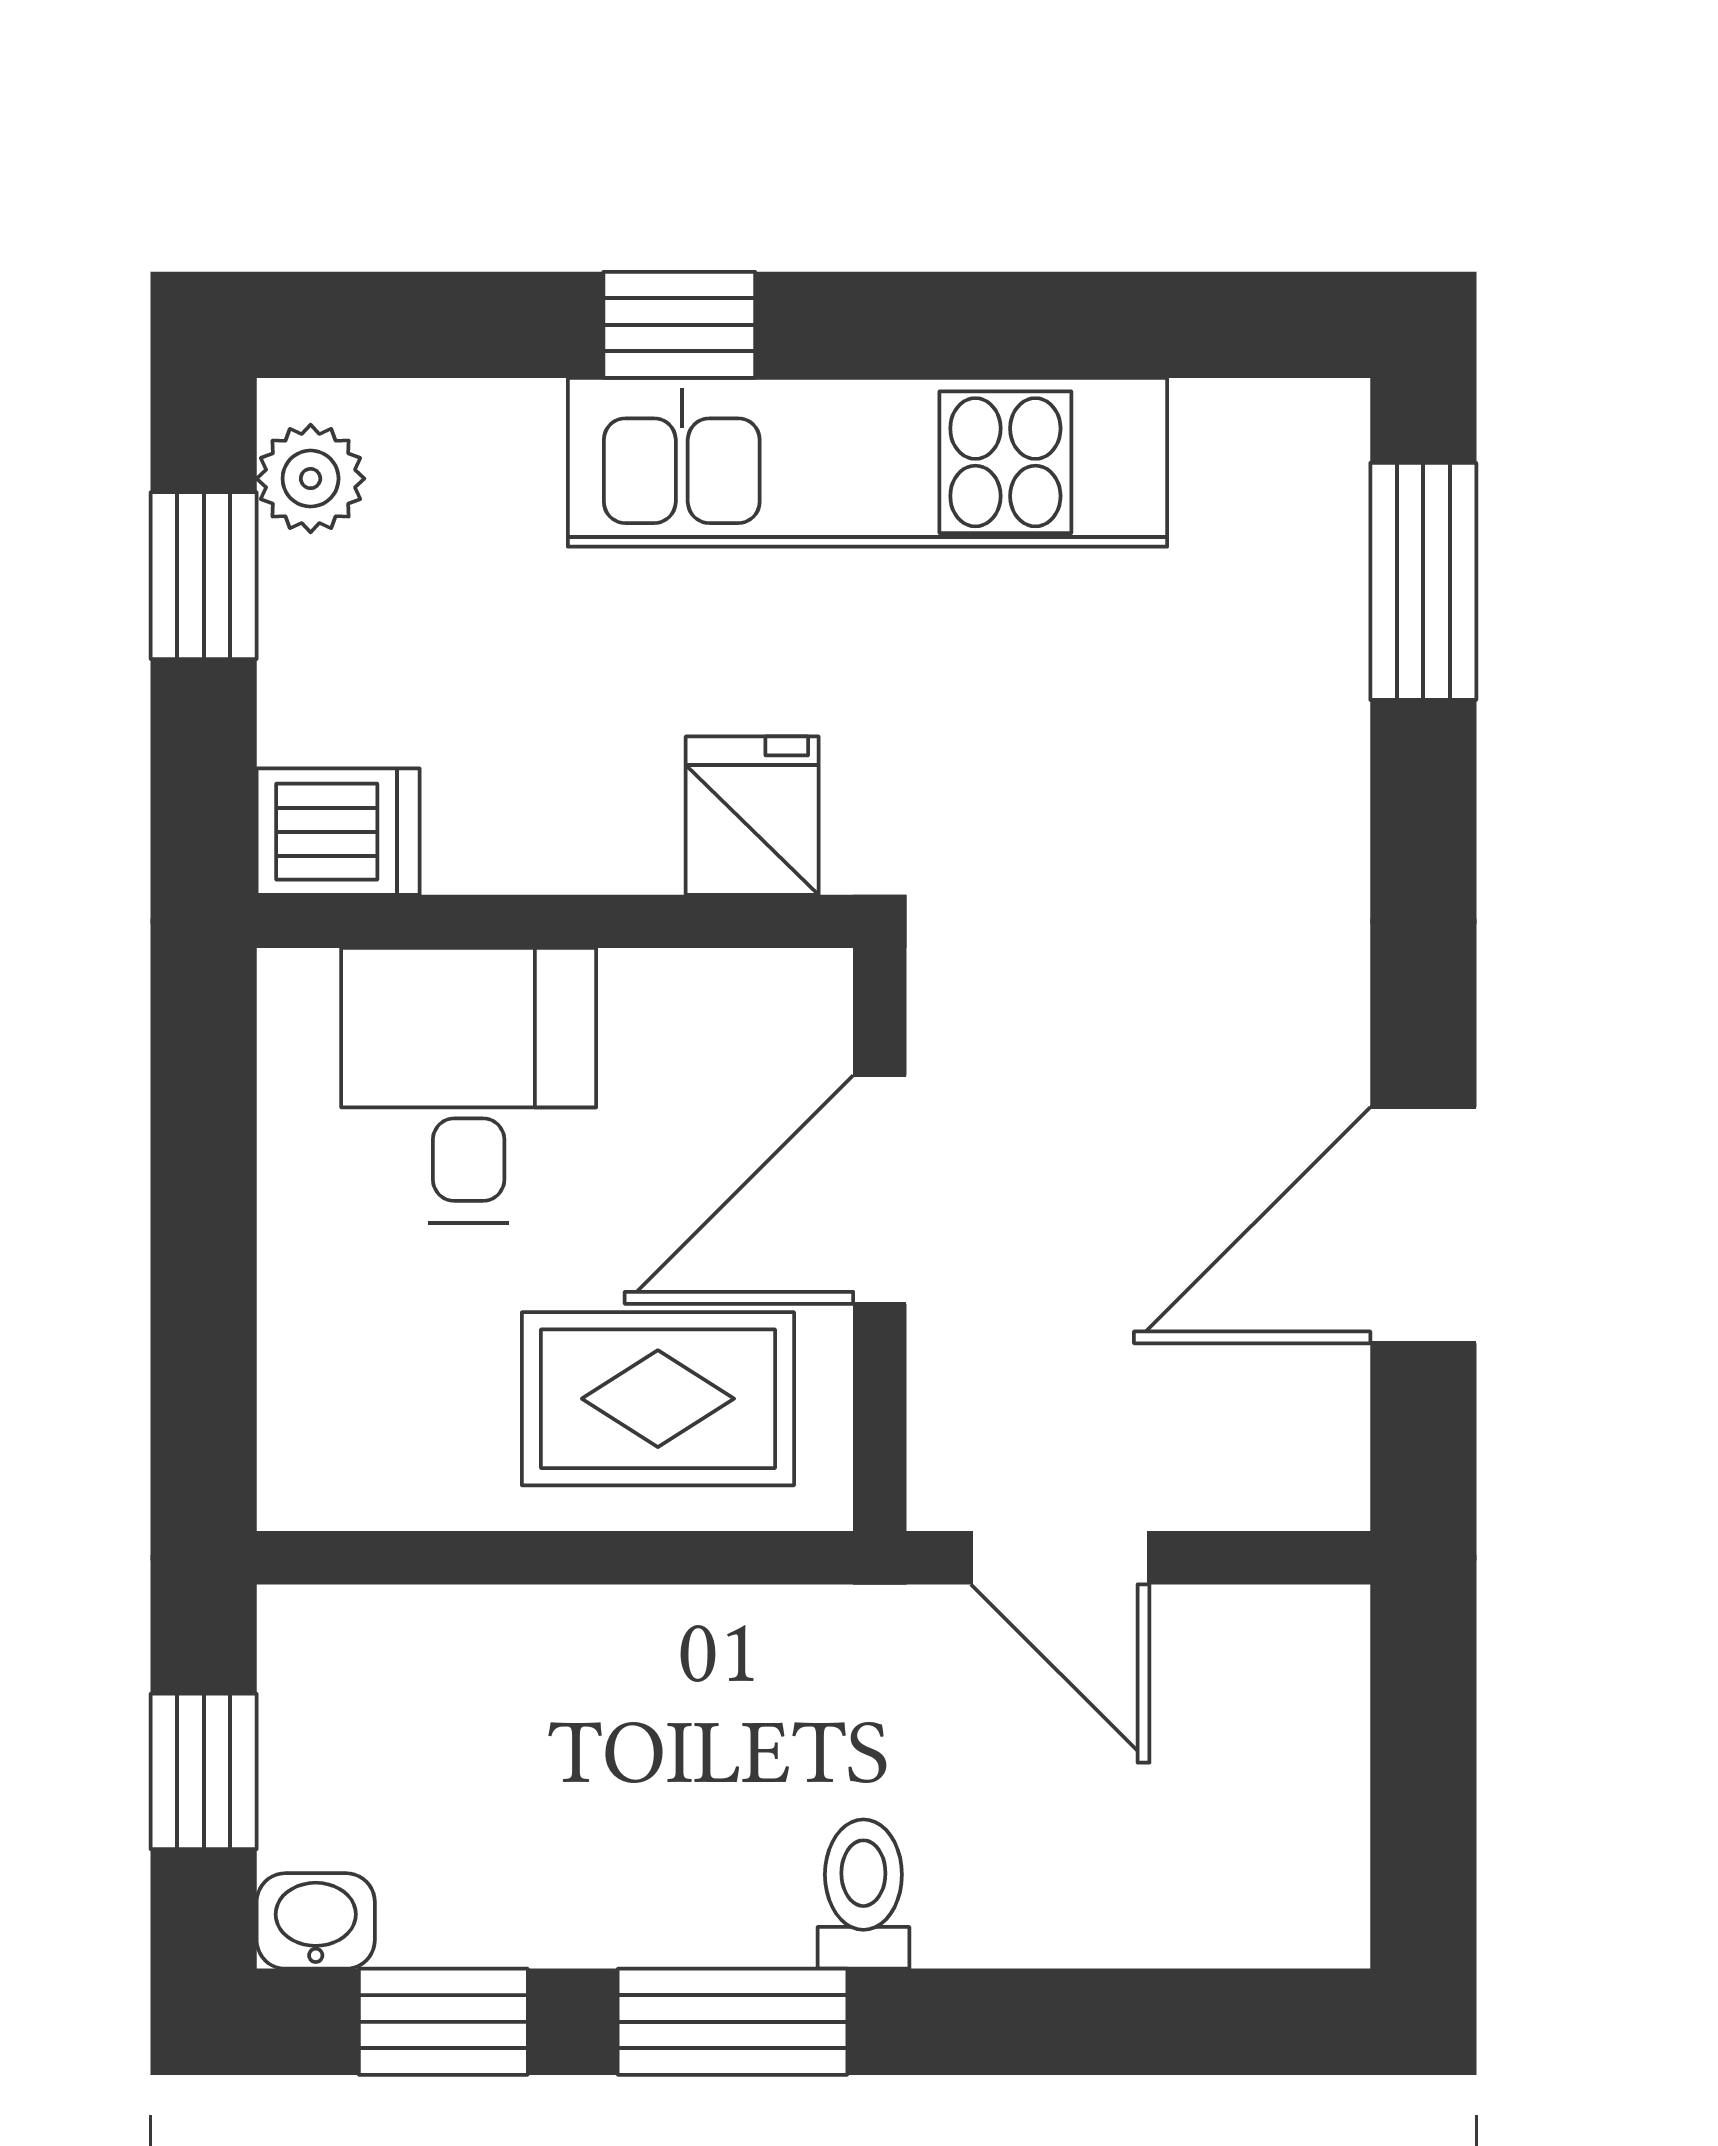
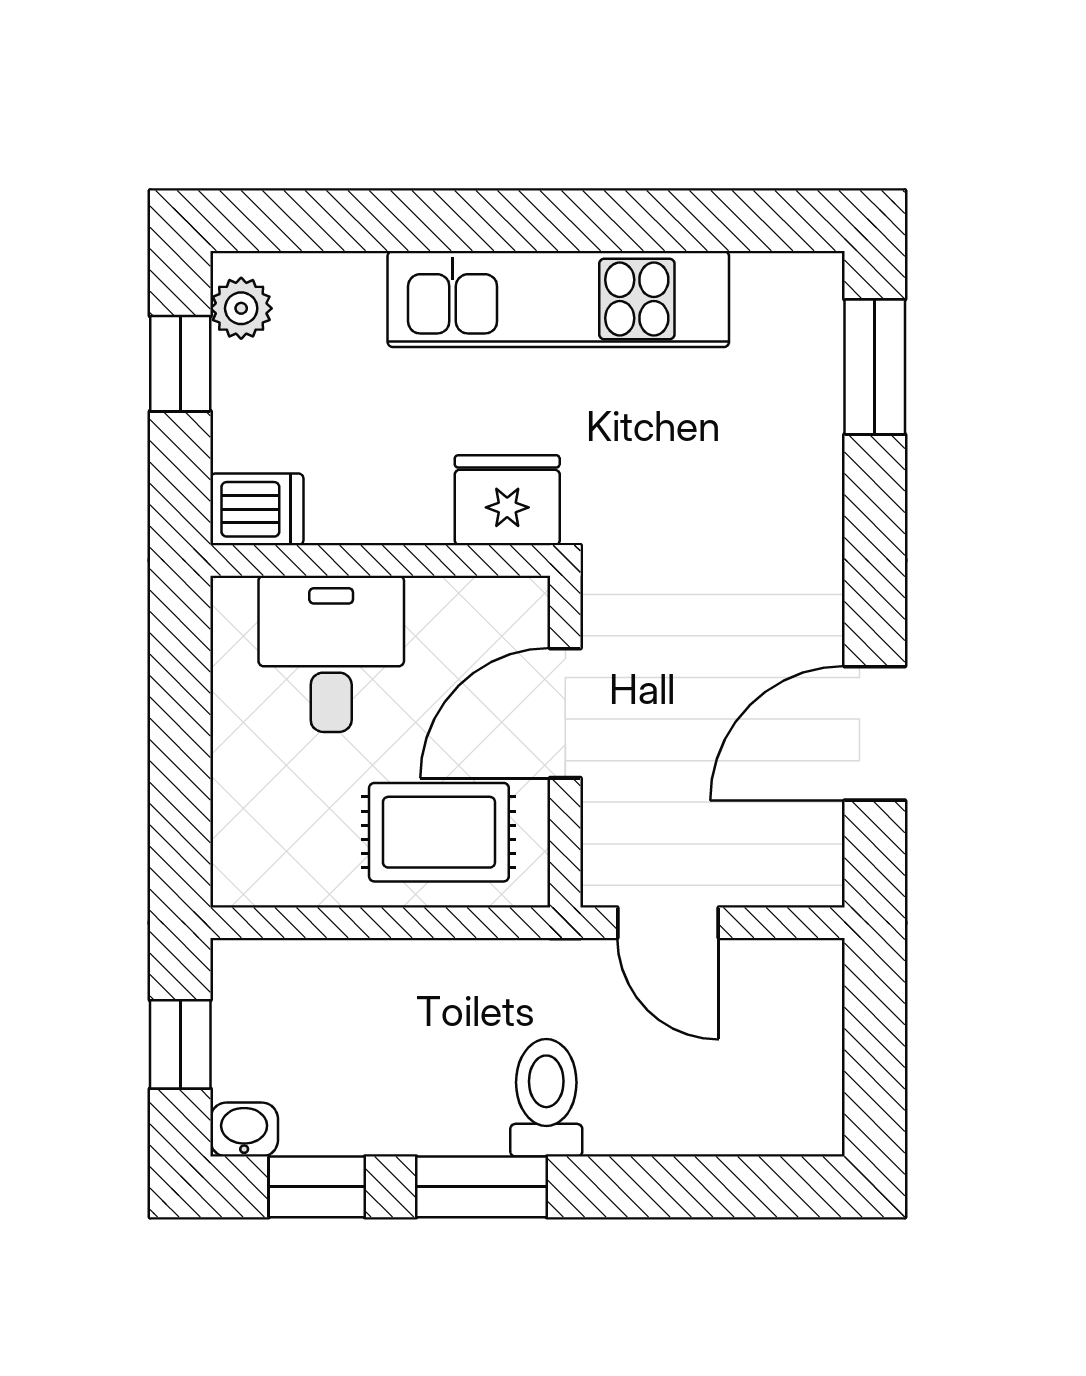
window: (679, 325) -> (451, 221), removed
fridge: (752, 816) -> (507, 500), width x1.38
toilet: (863, 1894) -> (546, 1098), width x1.37, depth x1.39

